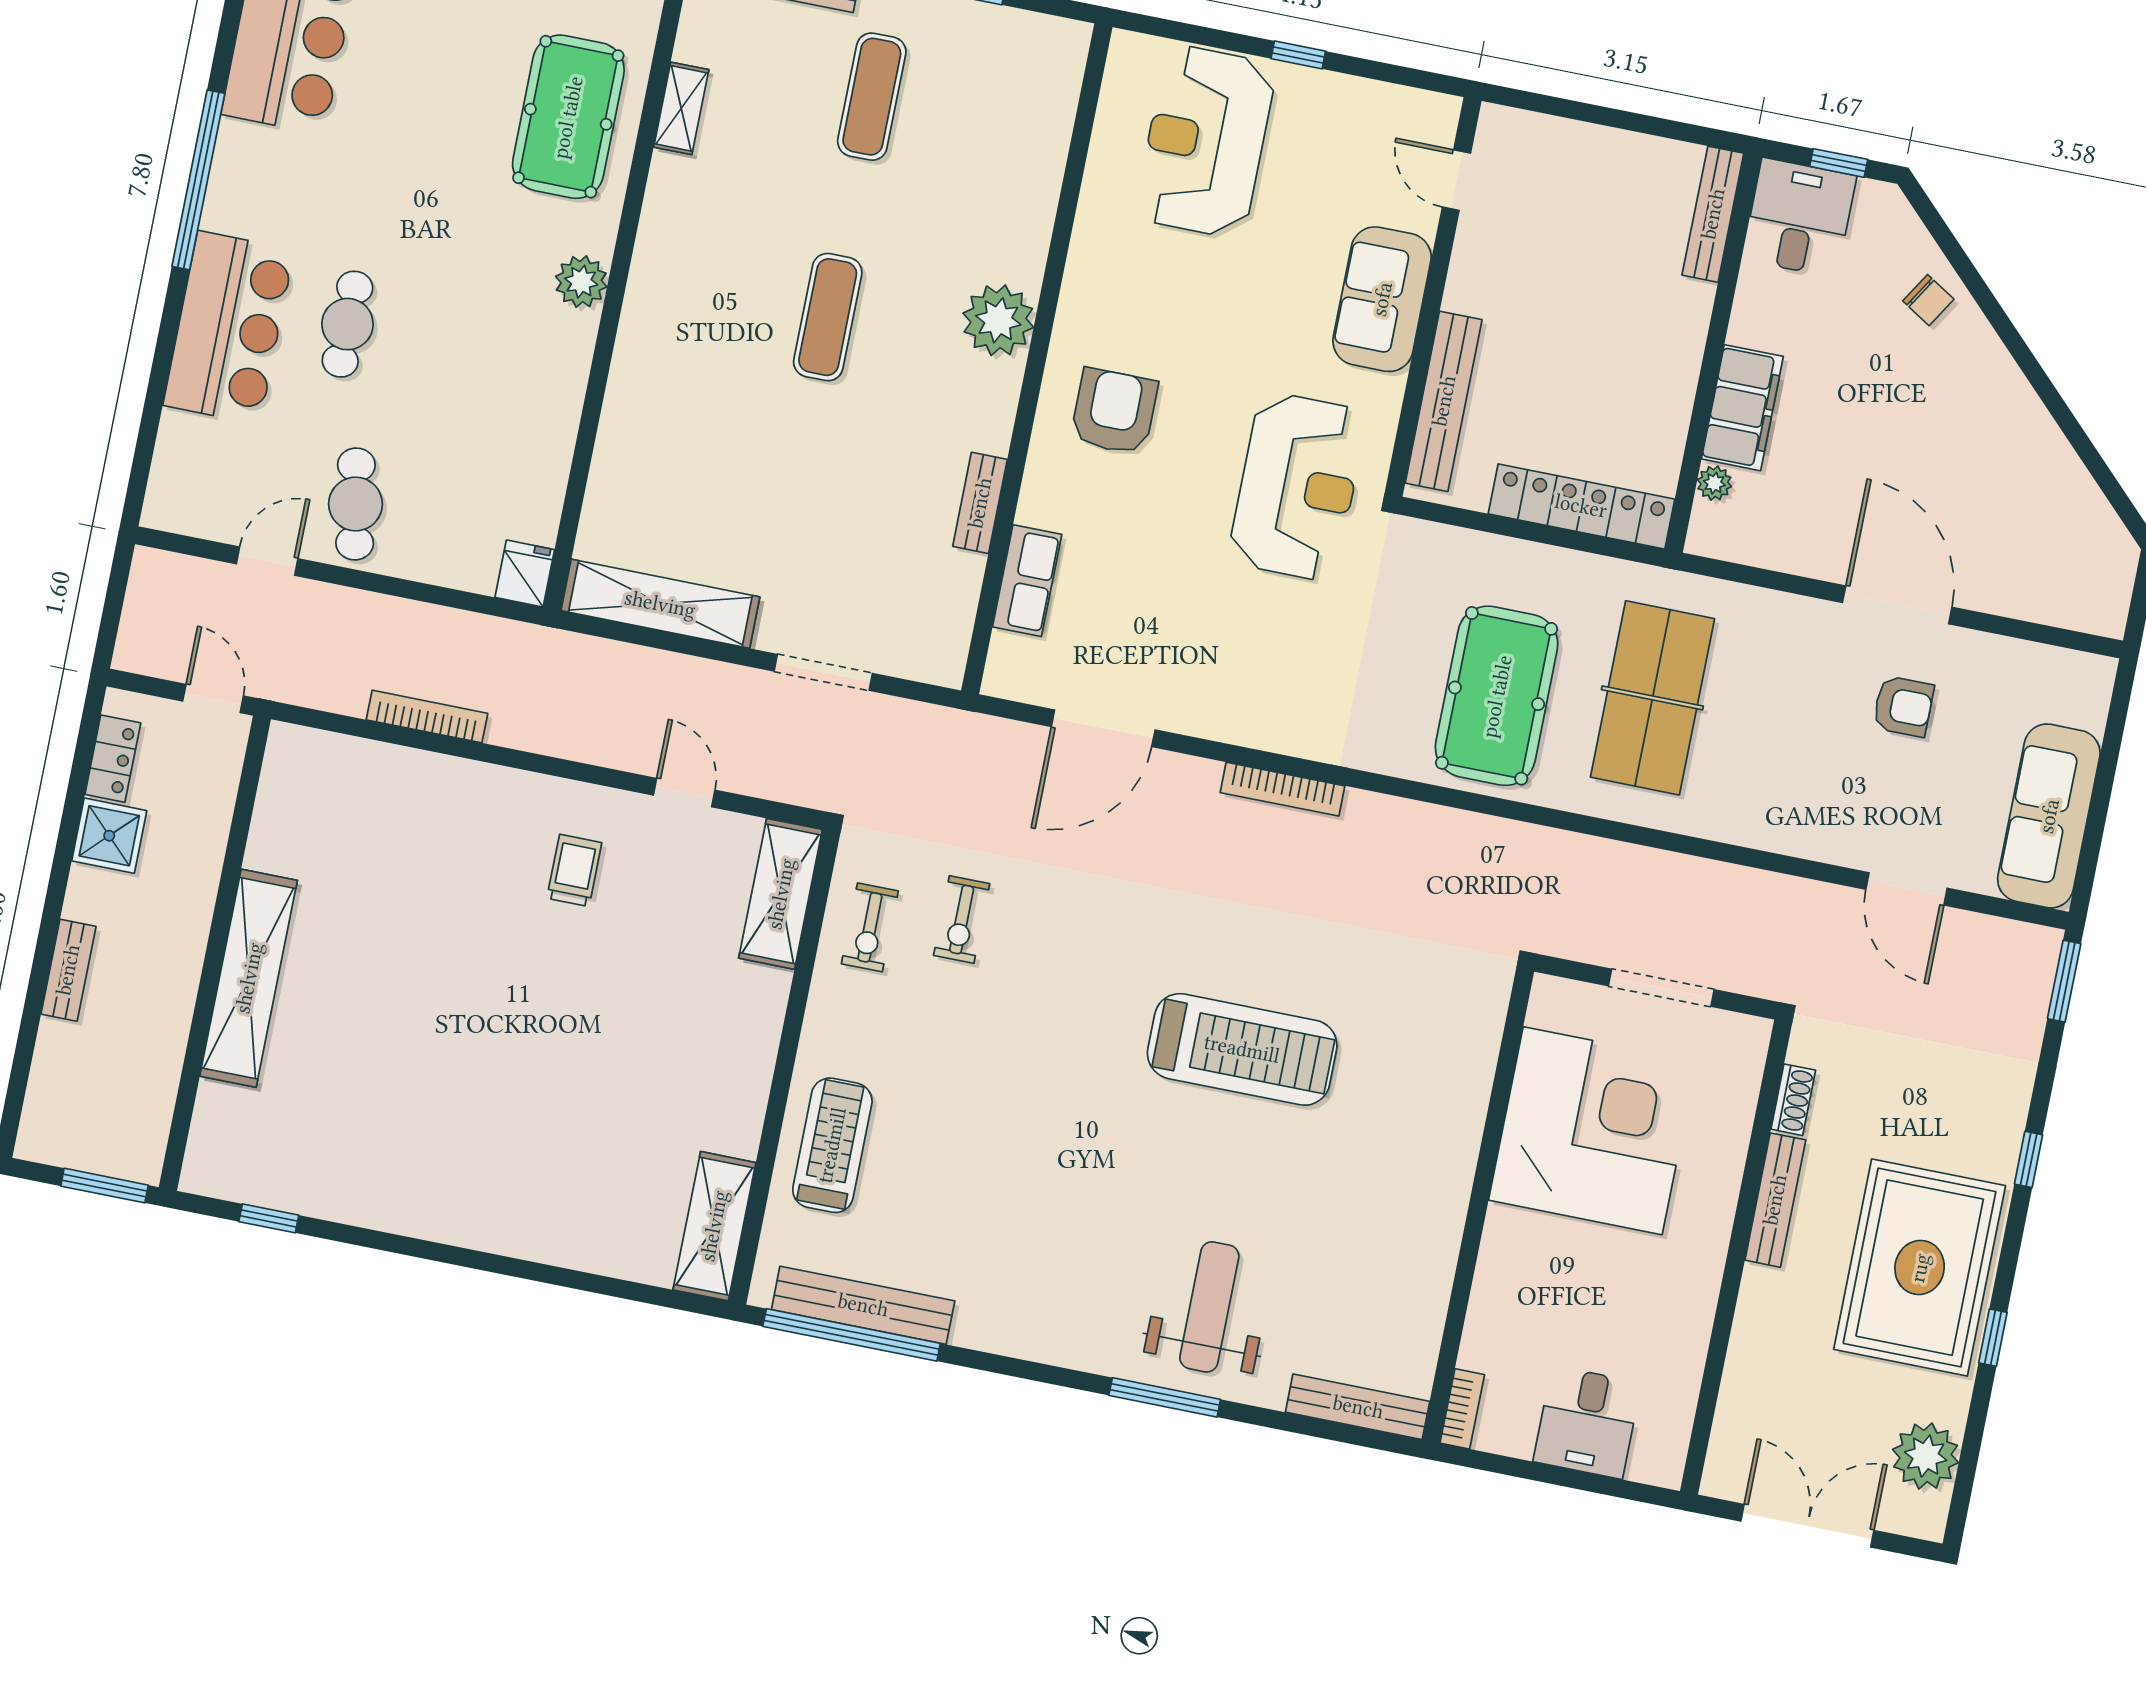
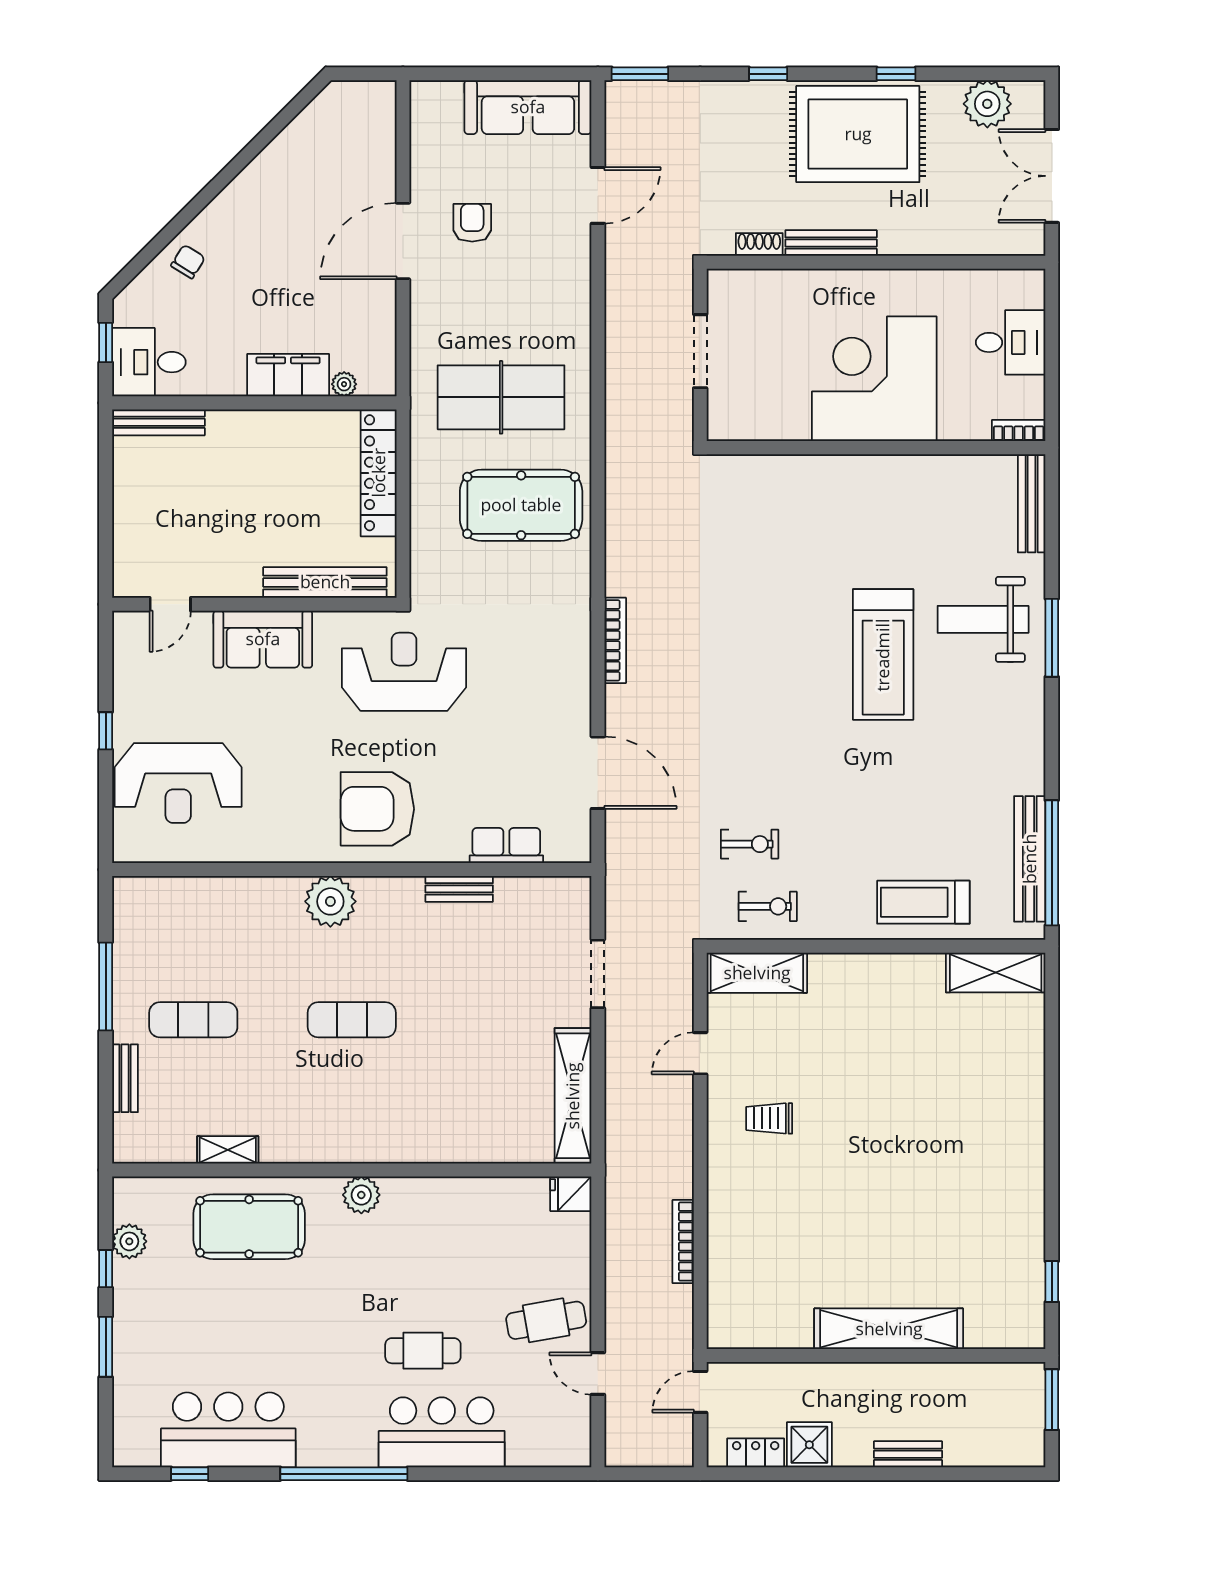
armchair: (1114, 411) -> (377, 809), width x1.36, depth x1.36
treadmill: (1242, 1049) -> (883, 655), moved, turned 180
corner desk: (1593, 1131) -> (874, 379), moved

